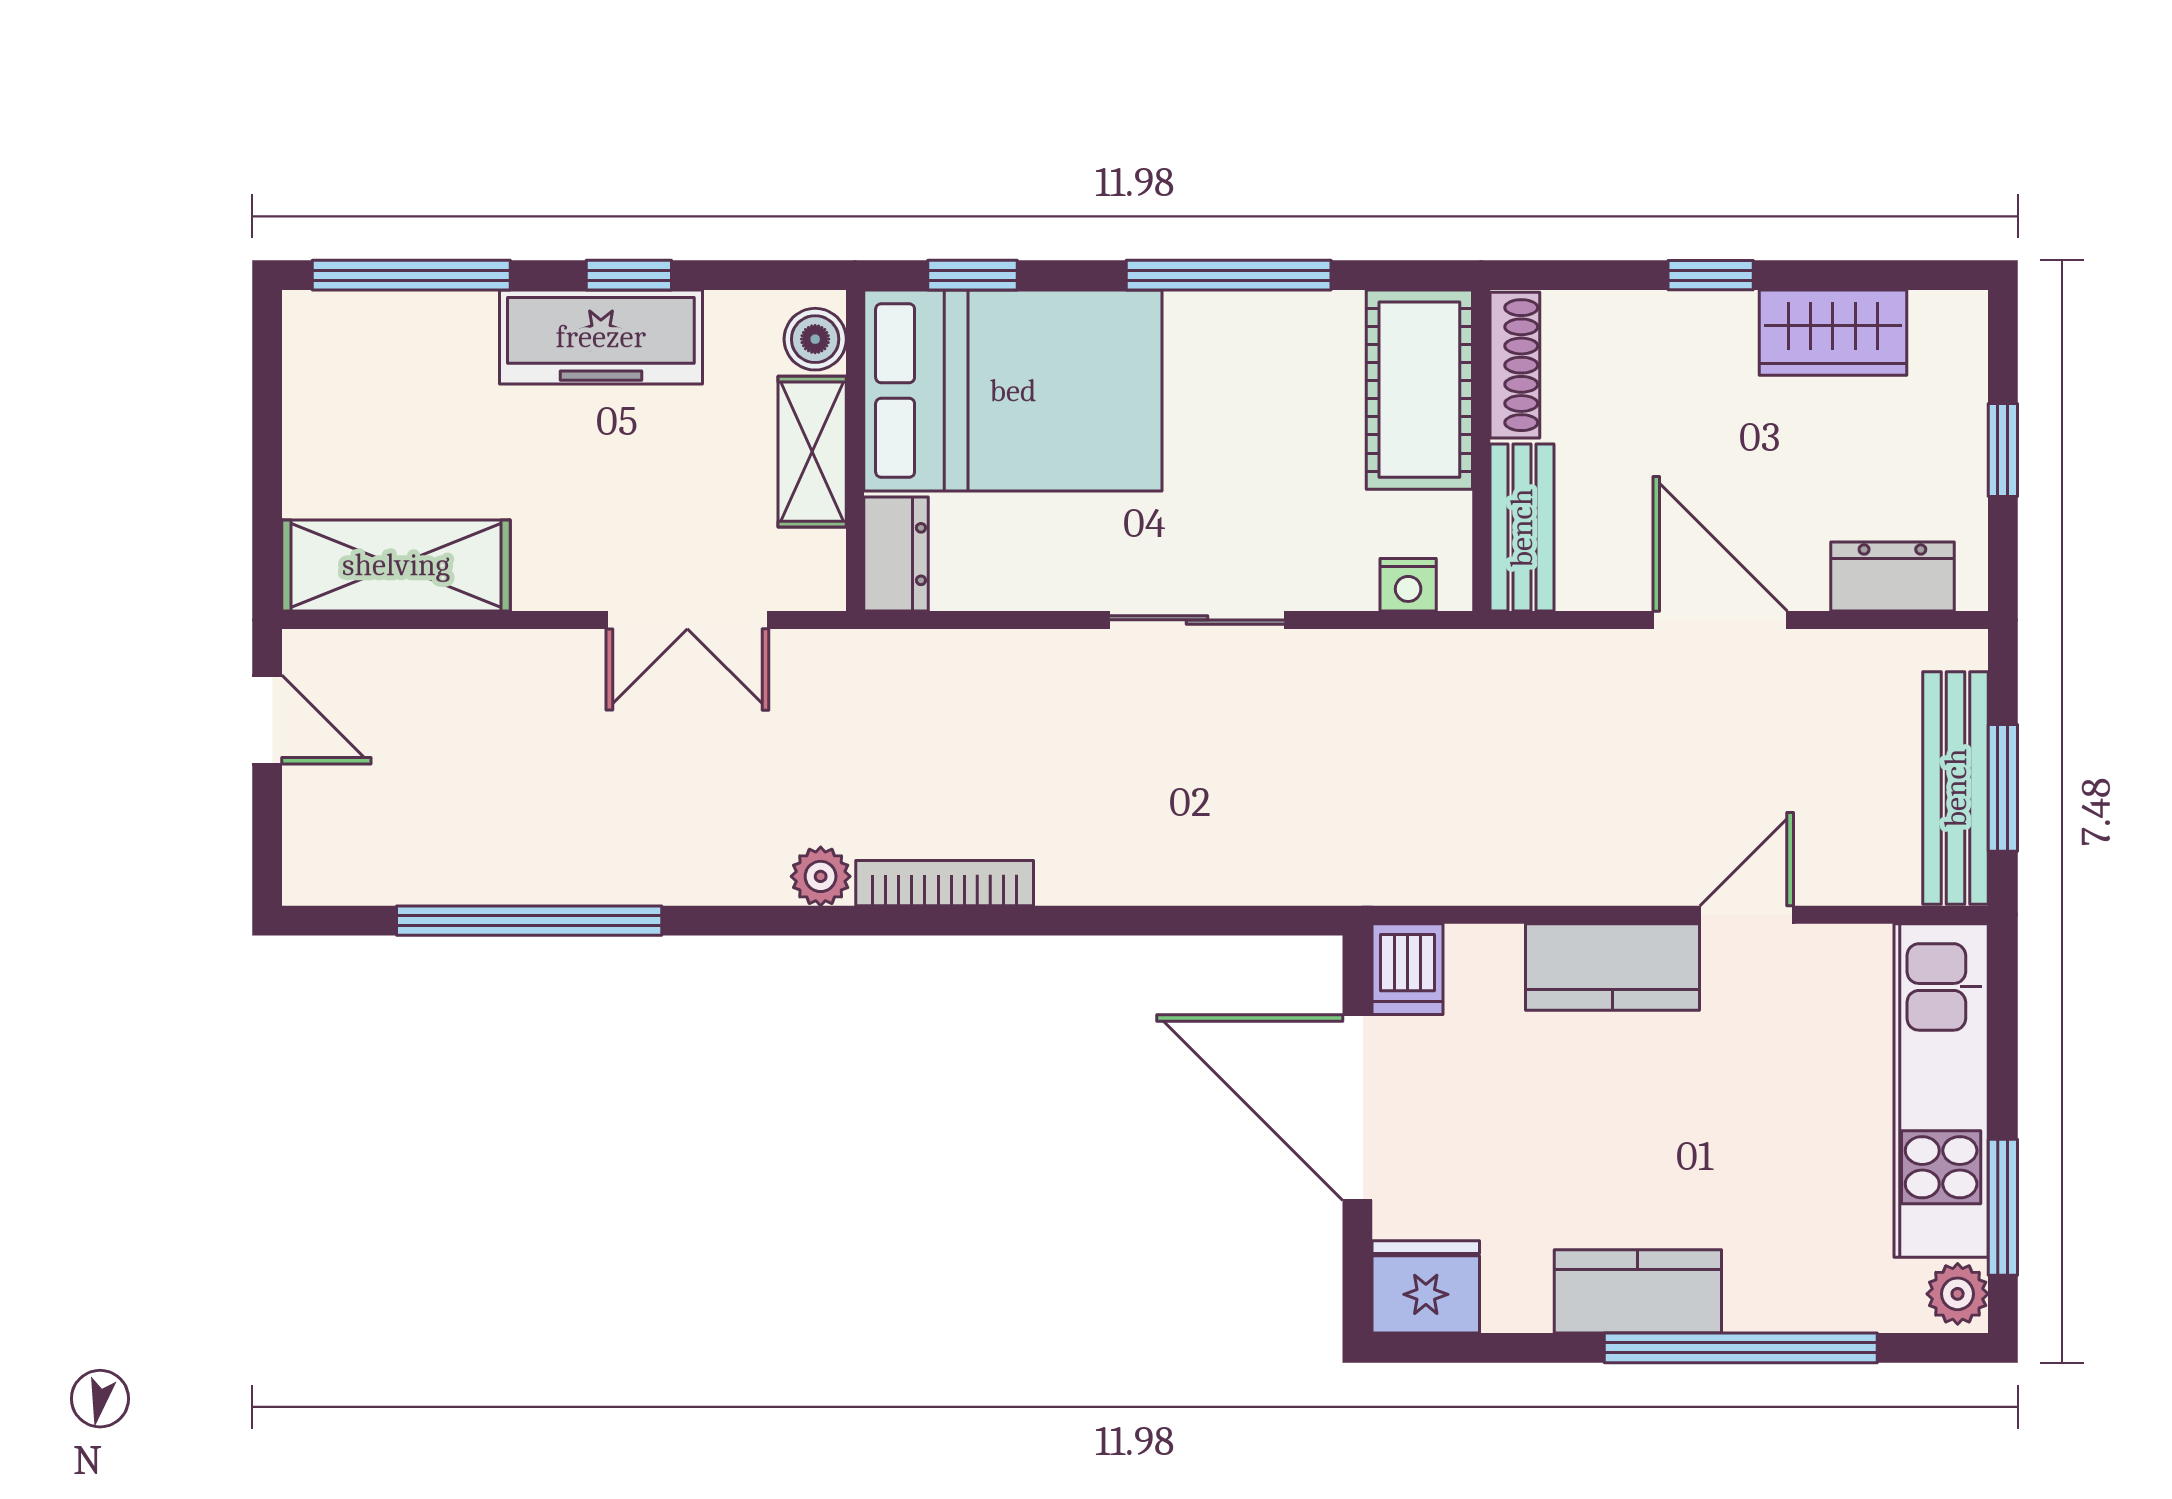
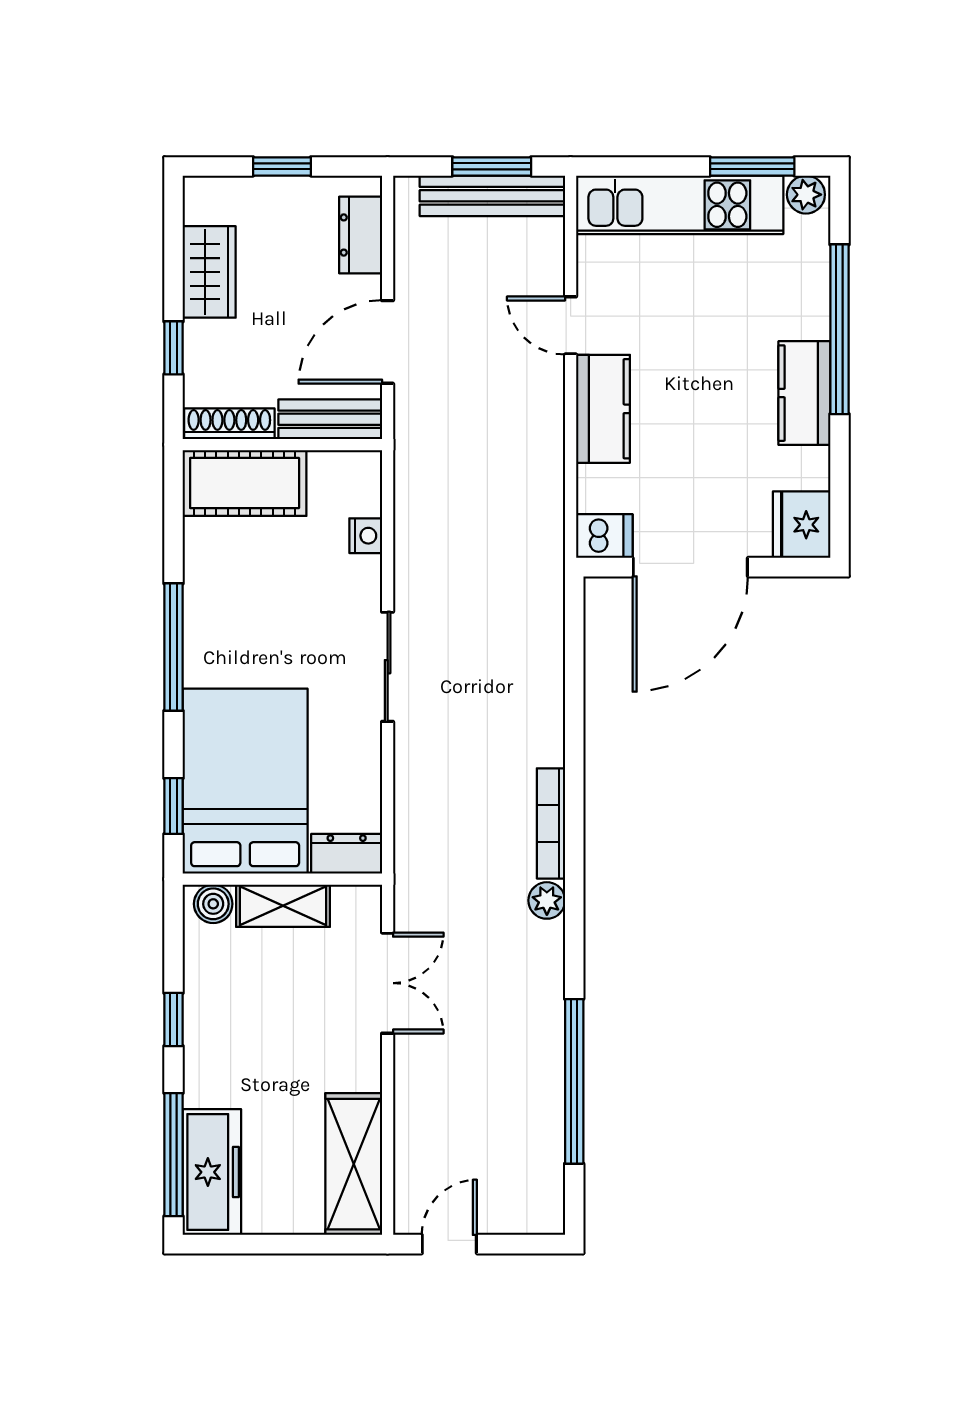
freezer: (601, 337) -> (212, 1172), moved
shoe rack: (1515, 365) -> (229, 424), moved
cot: (1419, 390) -> (245, 483), moved
wall: (1481, 451) -> (282, 445), moved
bench: (1522, 528) -> (330, 419), moved

